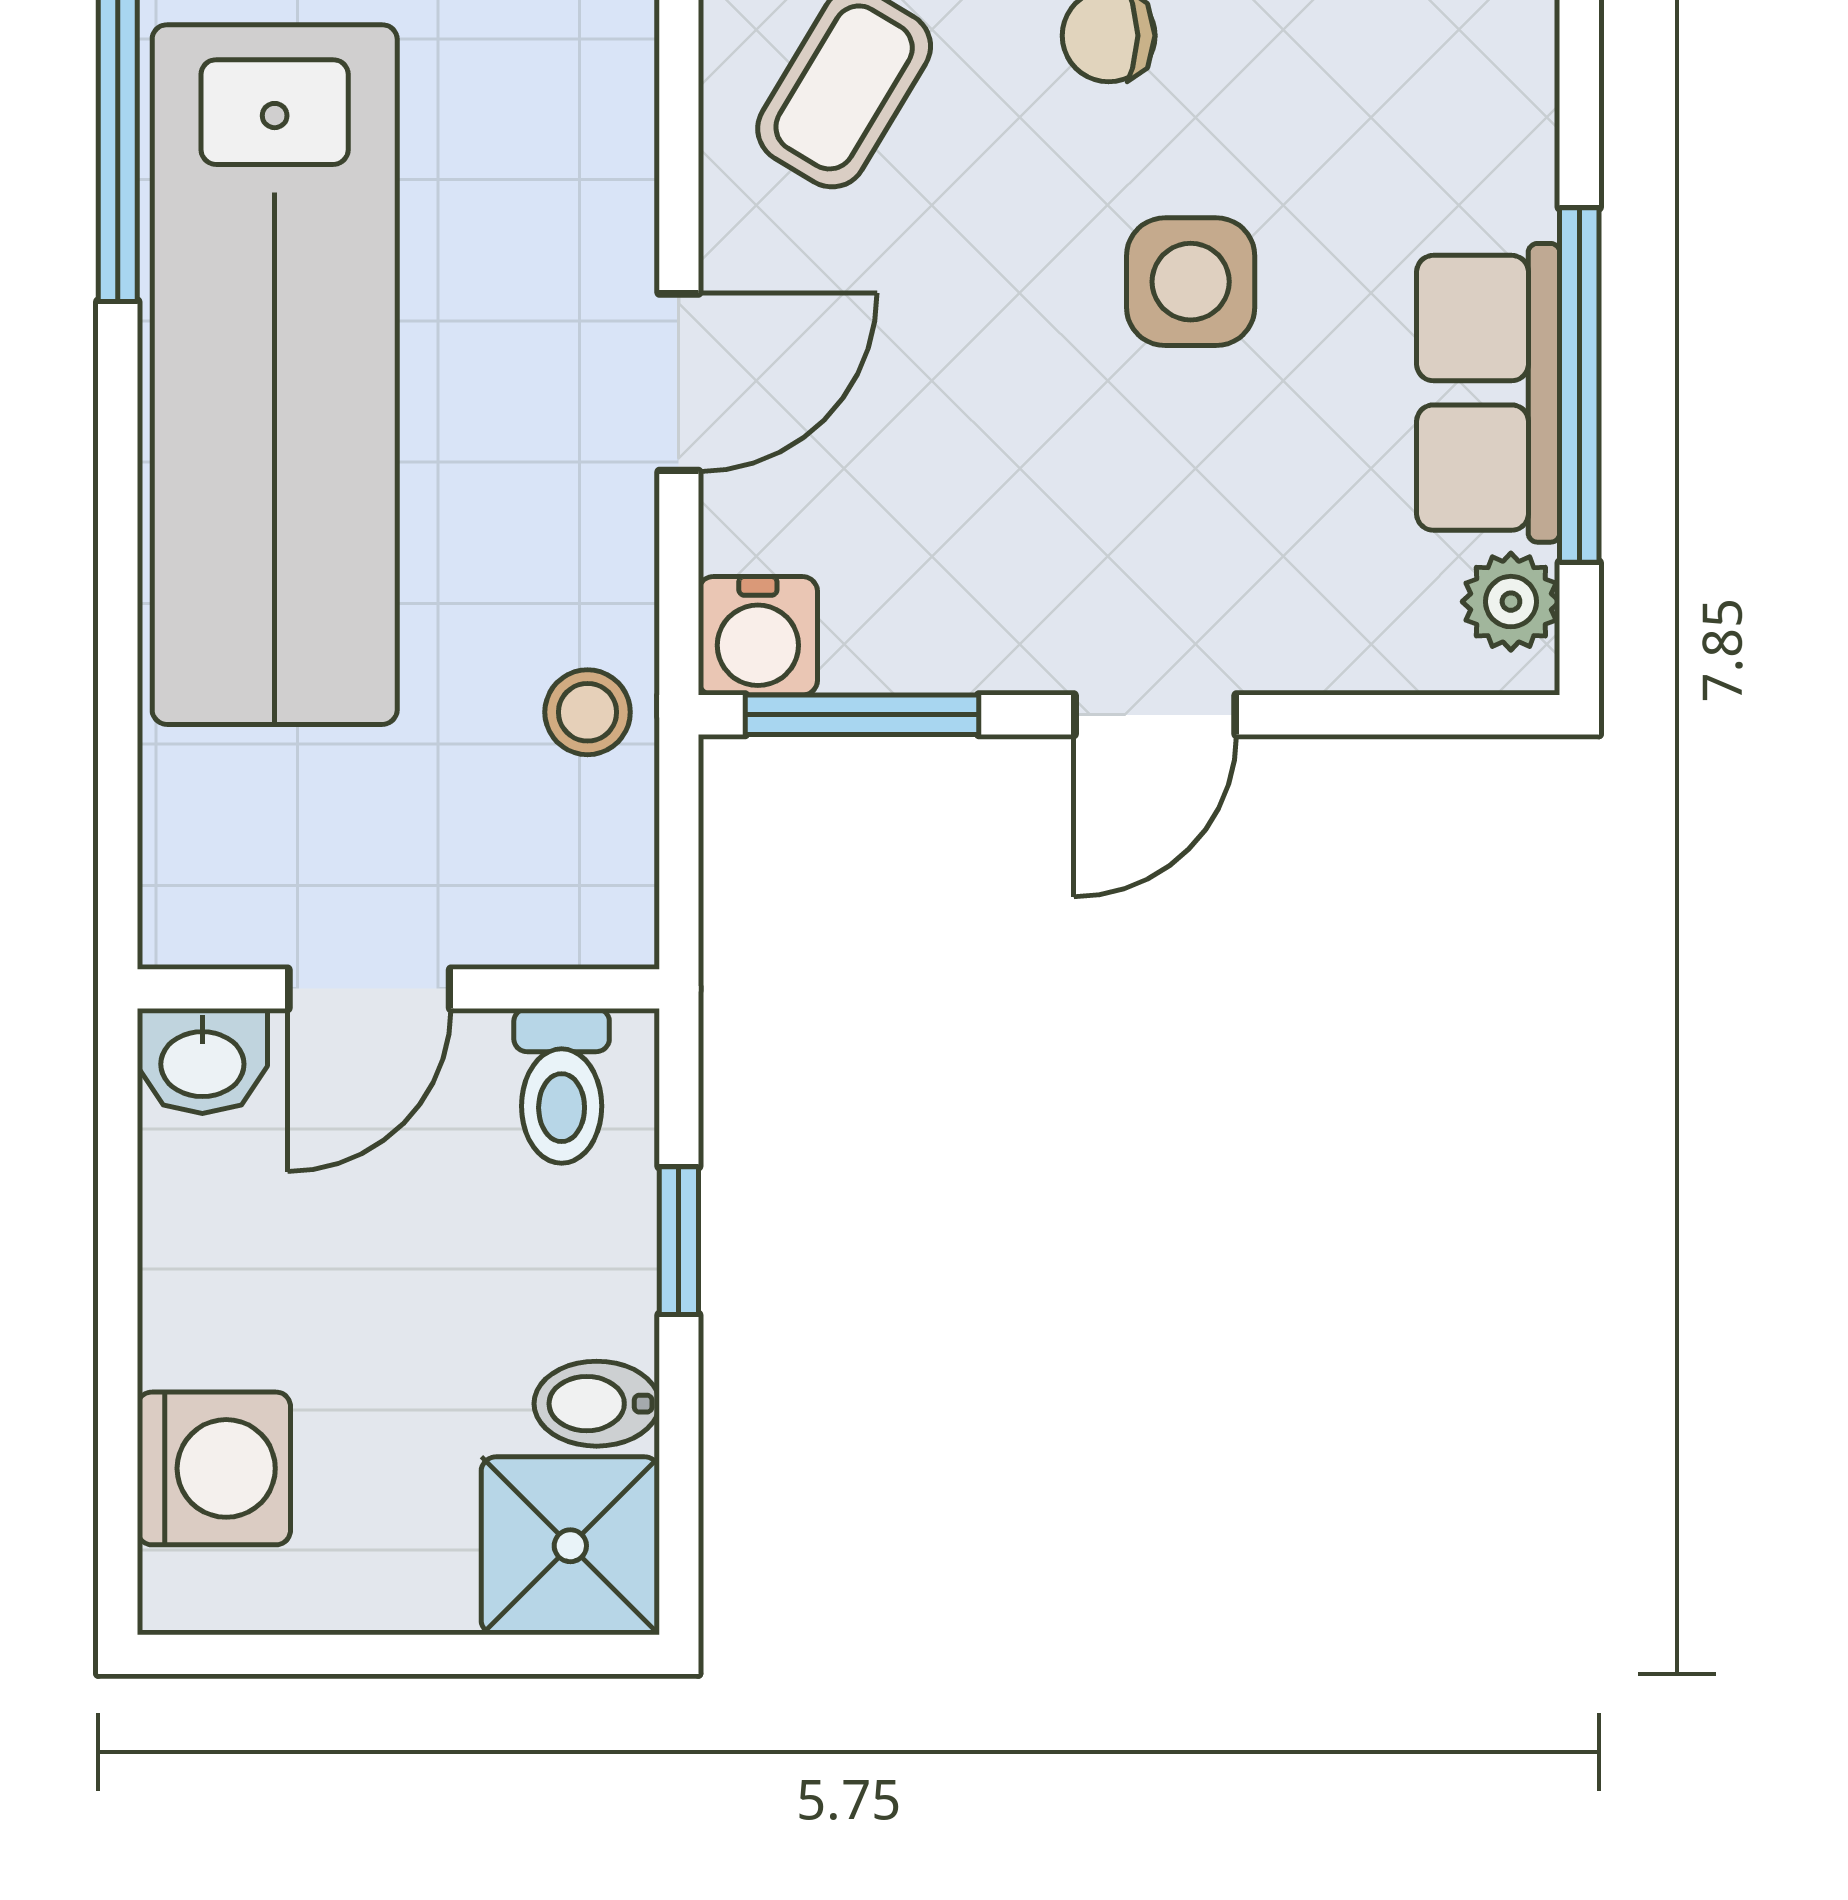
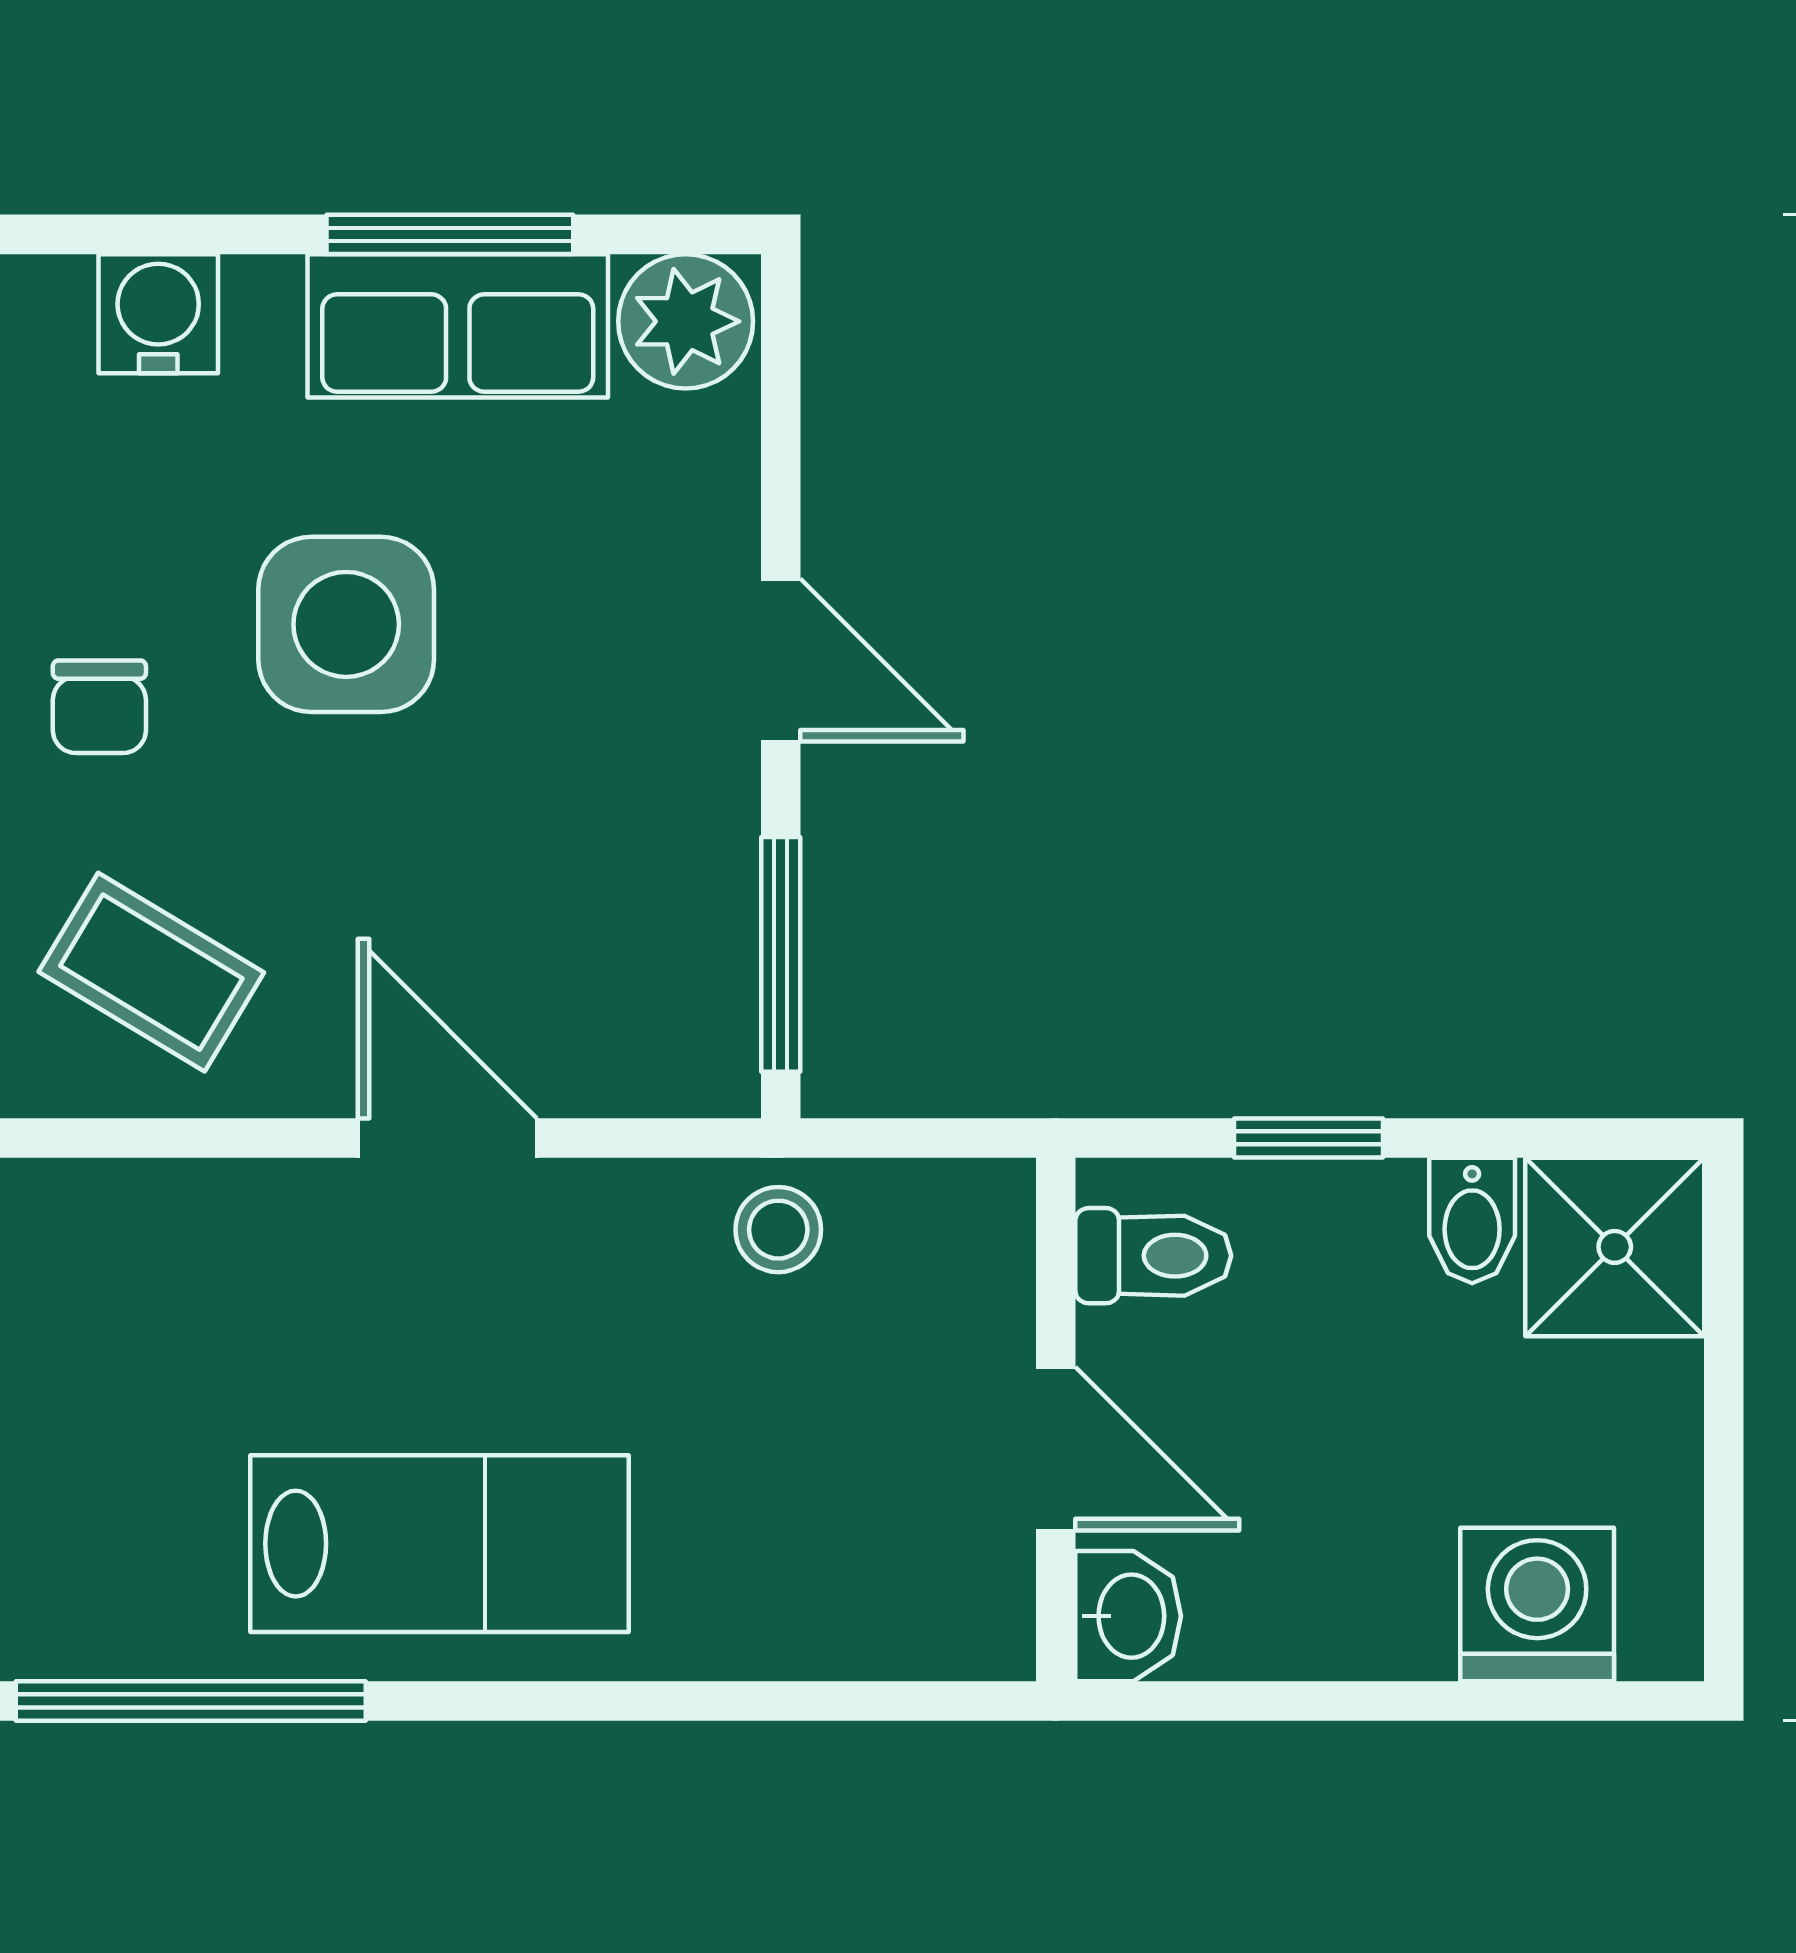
side table: (1191, 282) -> (346, 624), width x1.37, depth x1.37
lab bench: (275, 375) -> (439, 1544), width x0.54, depth x0.72
window: (1579, 385) -> (450, 234), width x0.69
plant: (1511, 602) -> (686, 321), width x1.38, depth x1.38
water cooler: (758, 636) -> (158, 314), moved, turned -90

